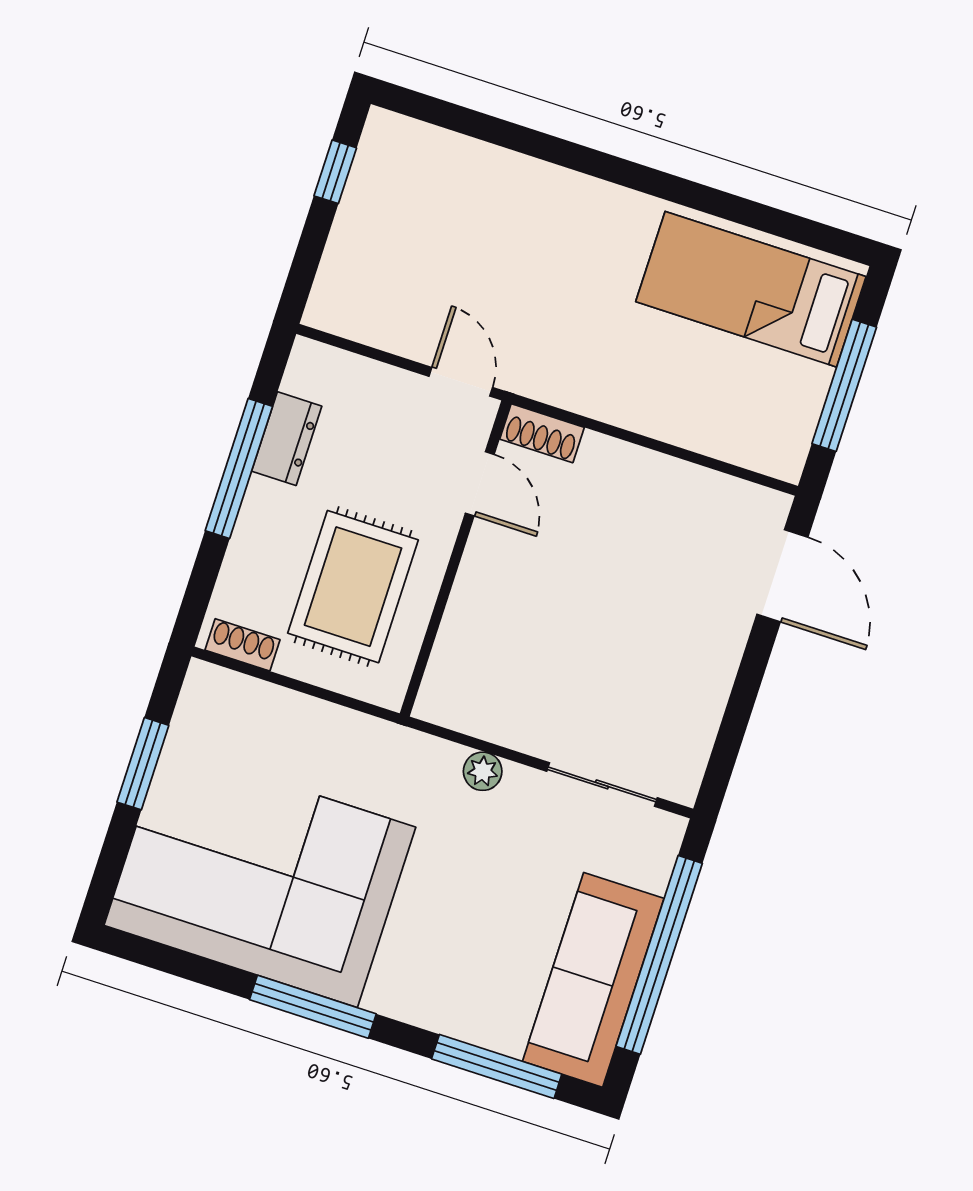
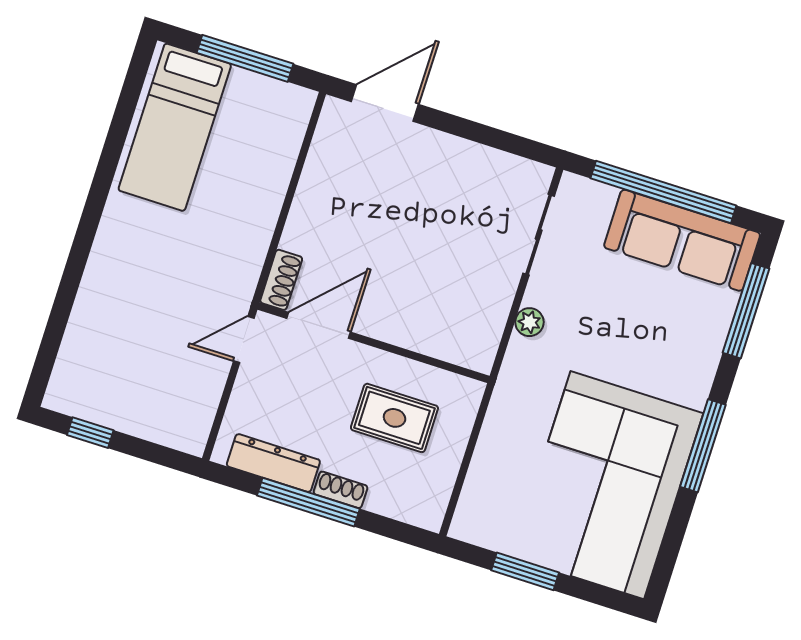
dresser: (287, 439) -> (273, 463), width x1.44
door: (480, 484) -> (319, 325), width x1.38
rug: (353, 587) -> (394, 418), width x0.73, depth x0.70
shoe rack: (243, 645) -> (340, 490), moved, turned 90

